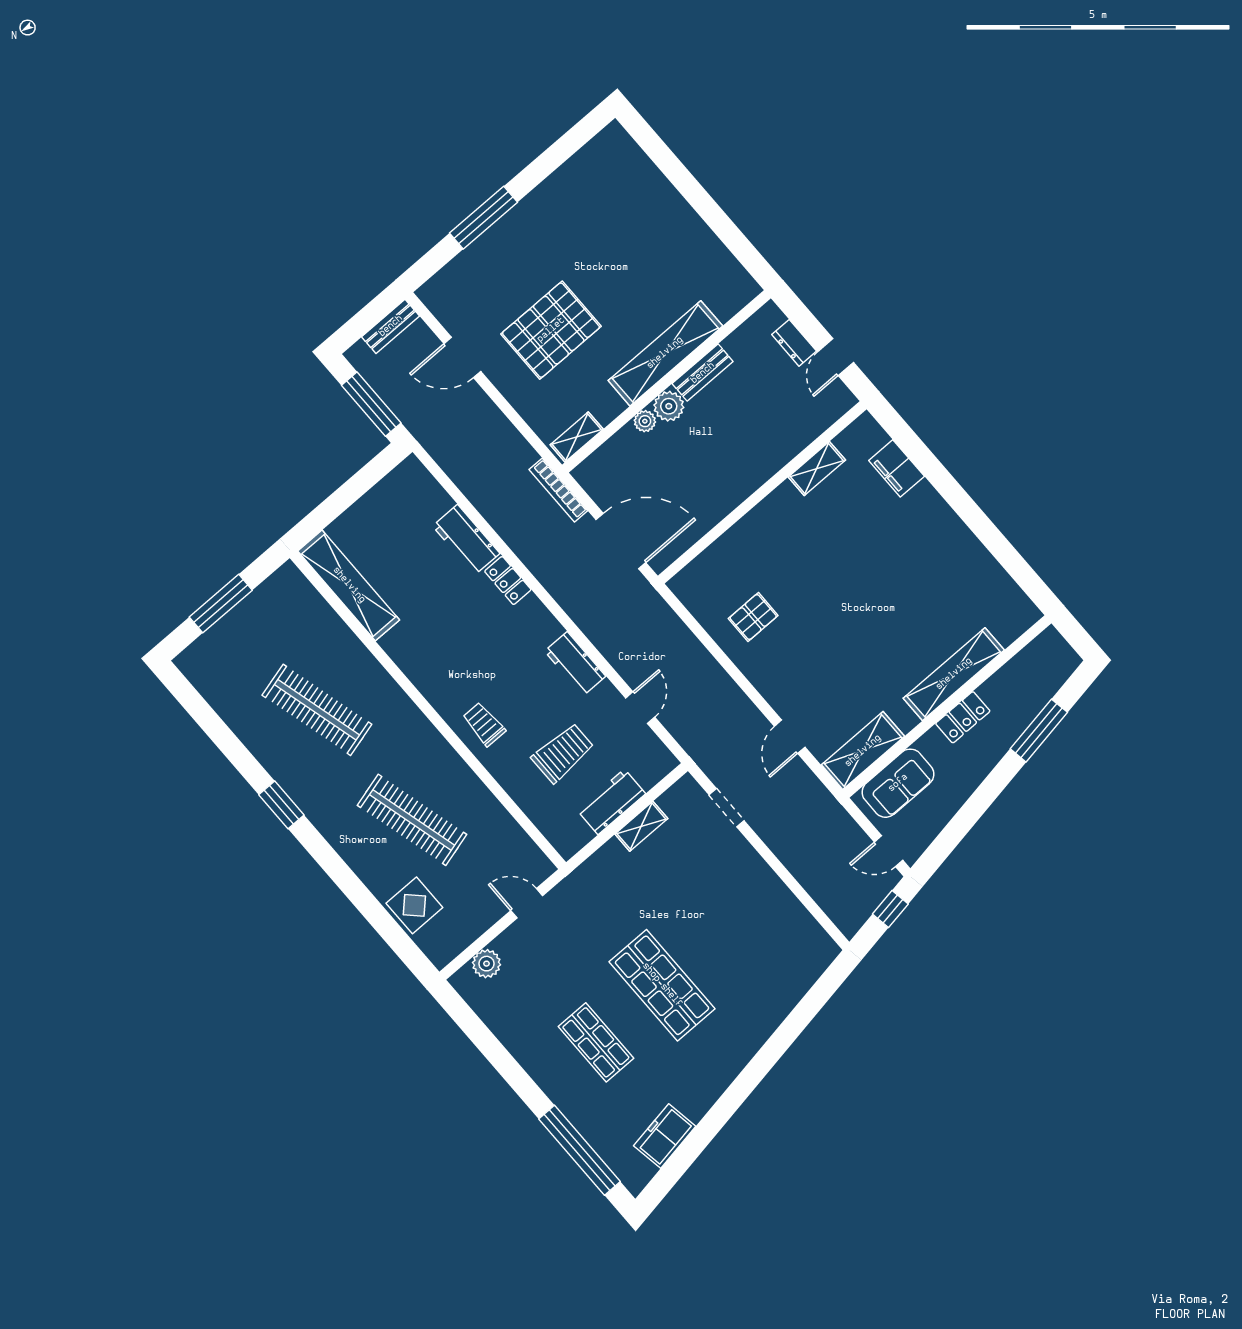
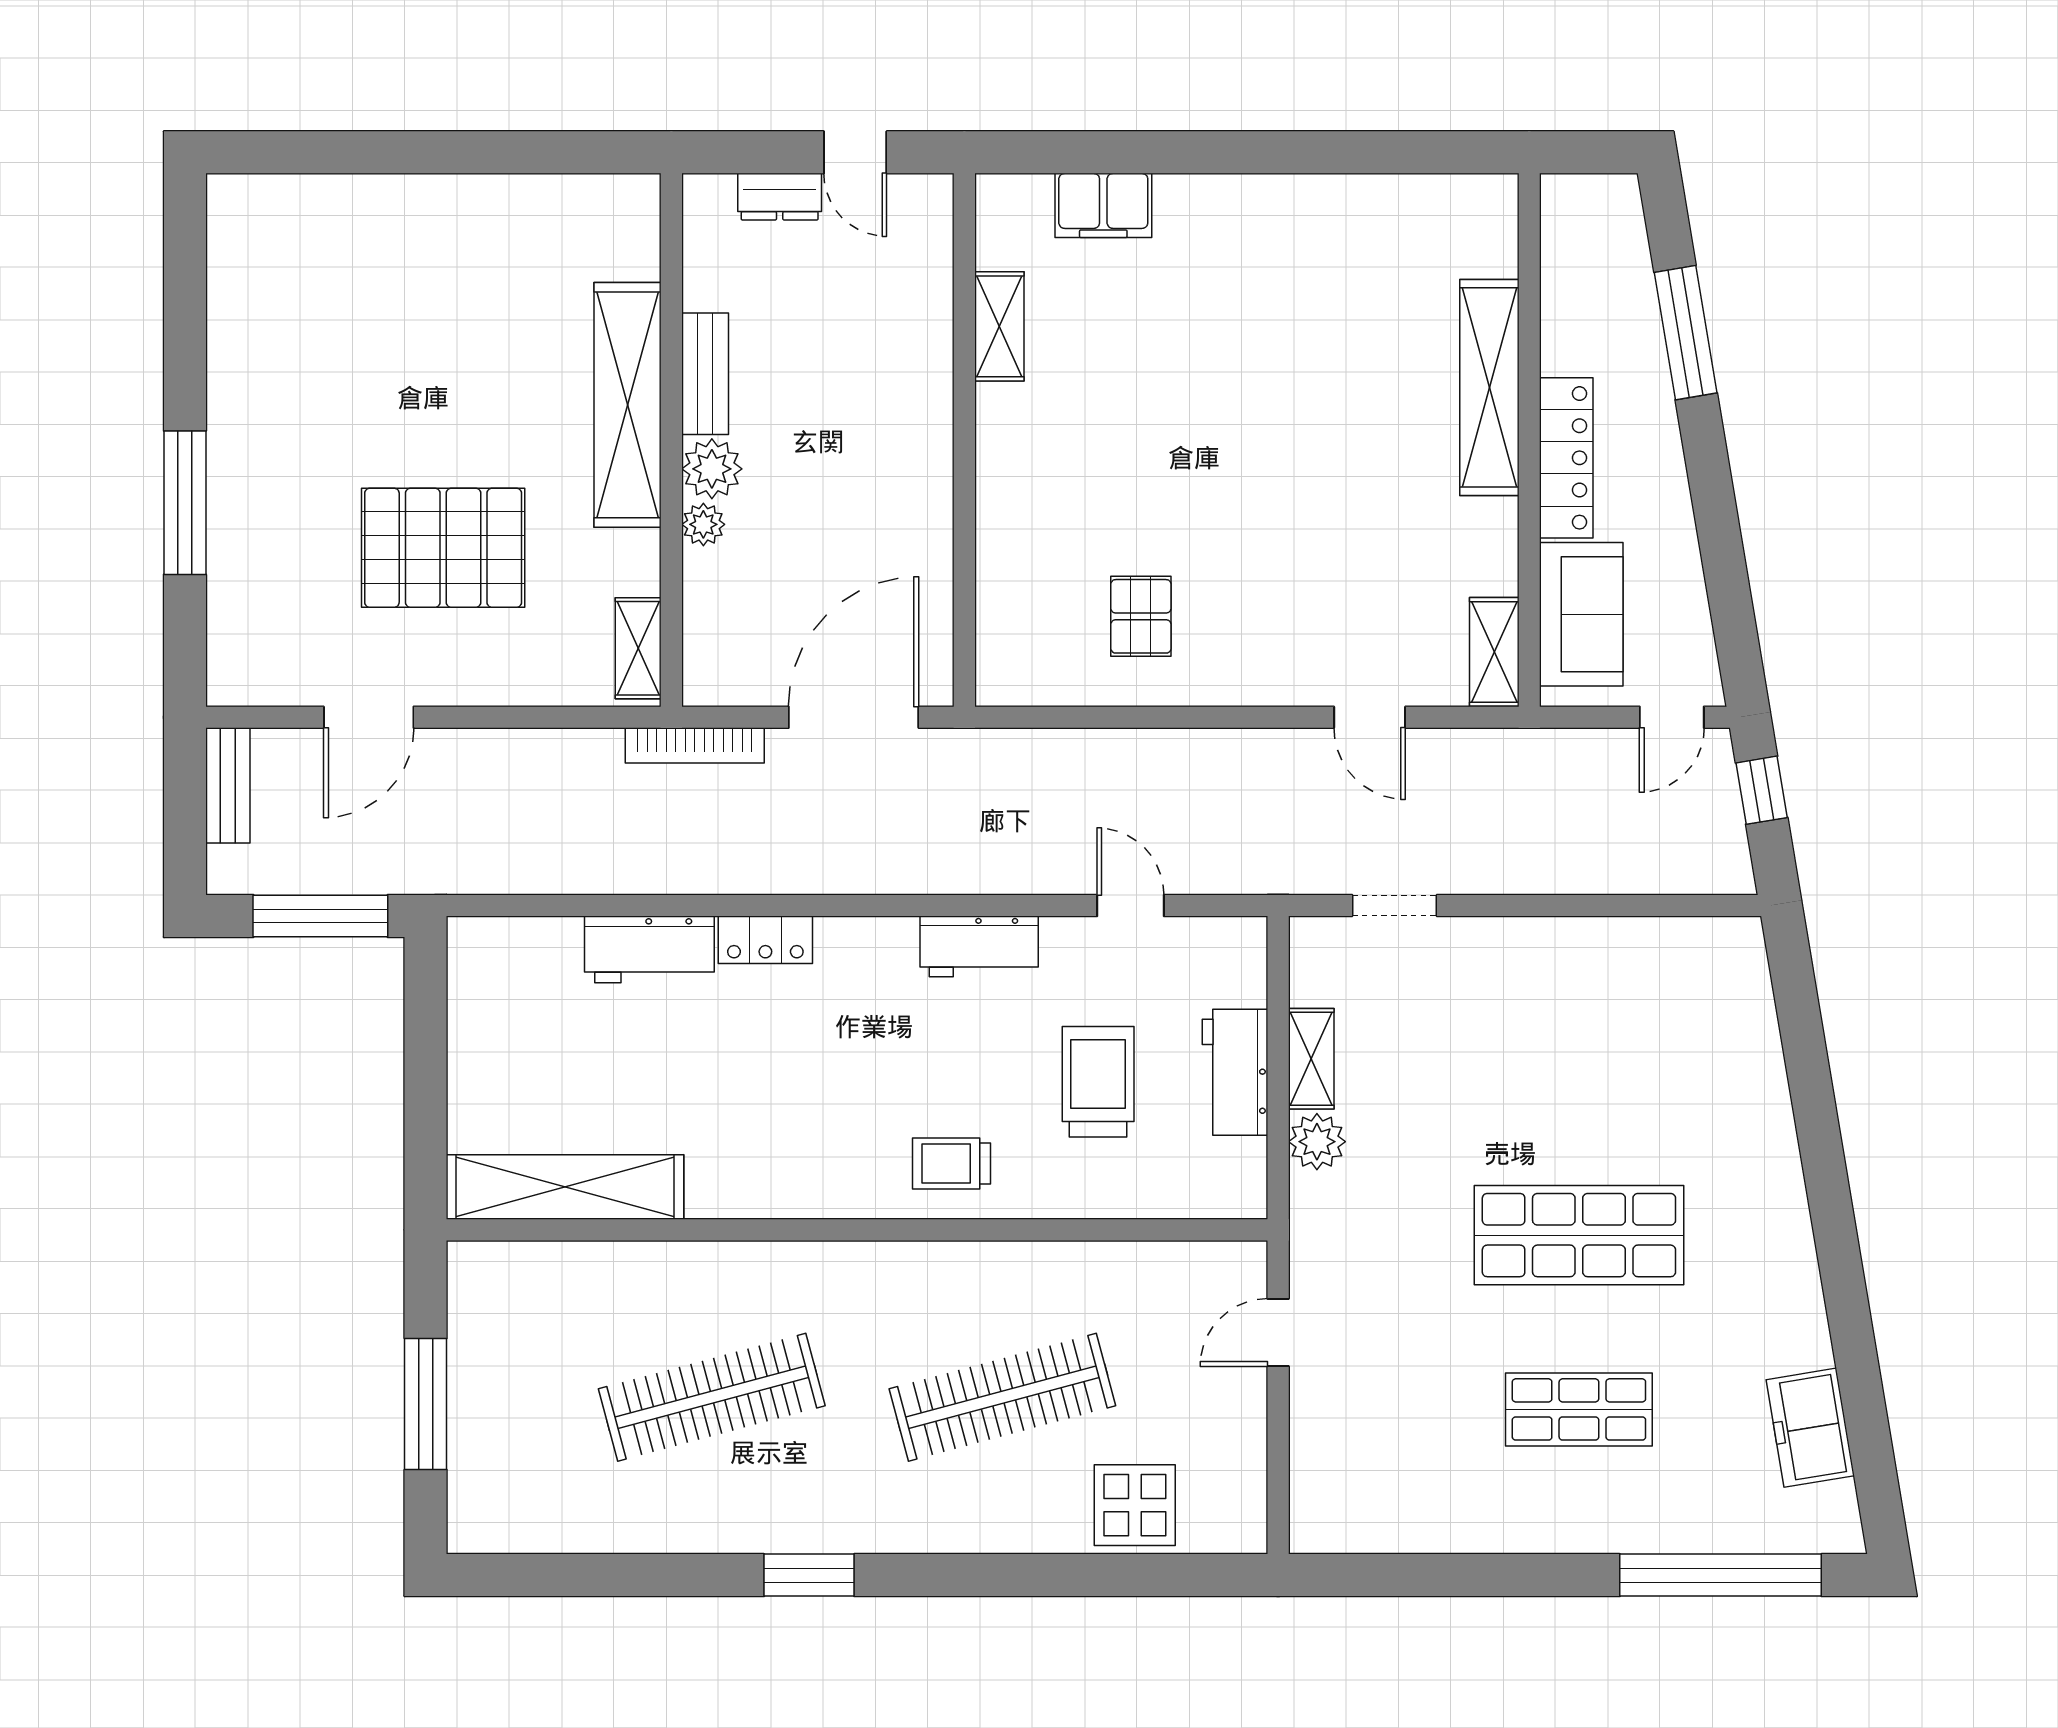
pallet: (551, 330) -> (443, 548), turned 90
locker: (963, 717) -> (1566, 458), width x1.53
shelving: (863, 751) -> (1494, 652), width x0.67, depth x0.75
plant: (486, 964) -> (1317, 1142), moved

